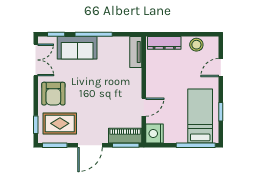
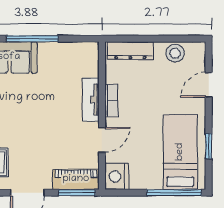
tv unit: (136, 52) -> (91, 100), moved
bookcase: (151, 79) -> (111, 100), added

